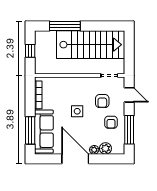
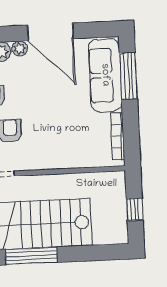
window: (65, 26) -> (31, 256), moved
side table: (77, 111) -> (51, 112), removed

